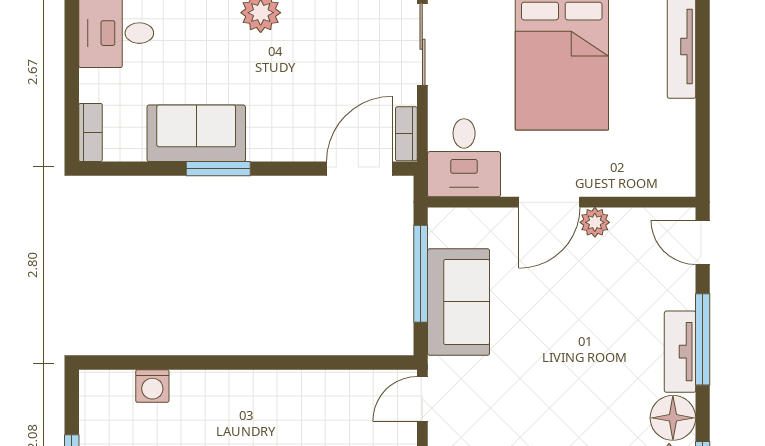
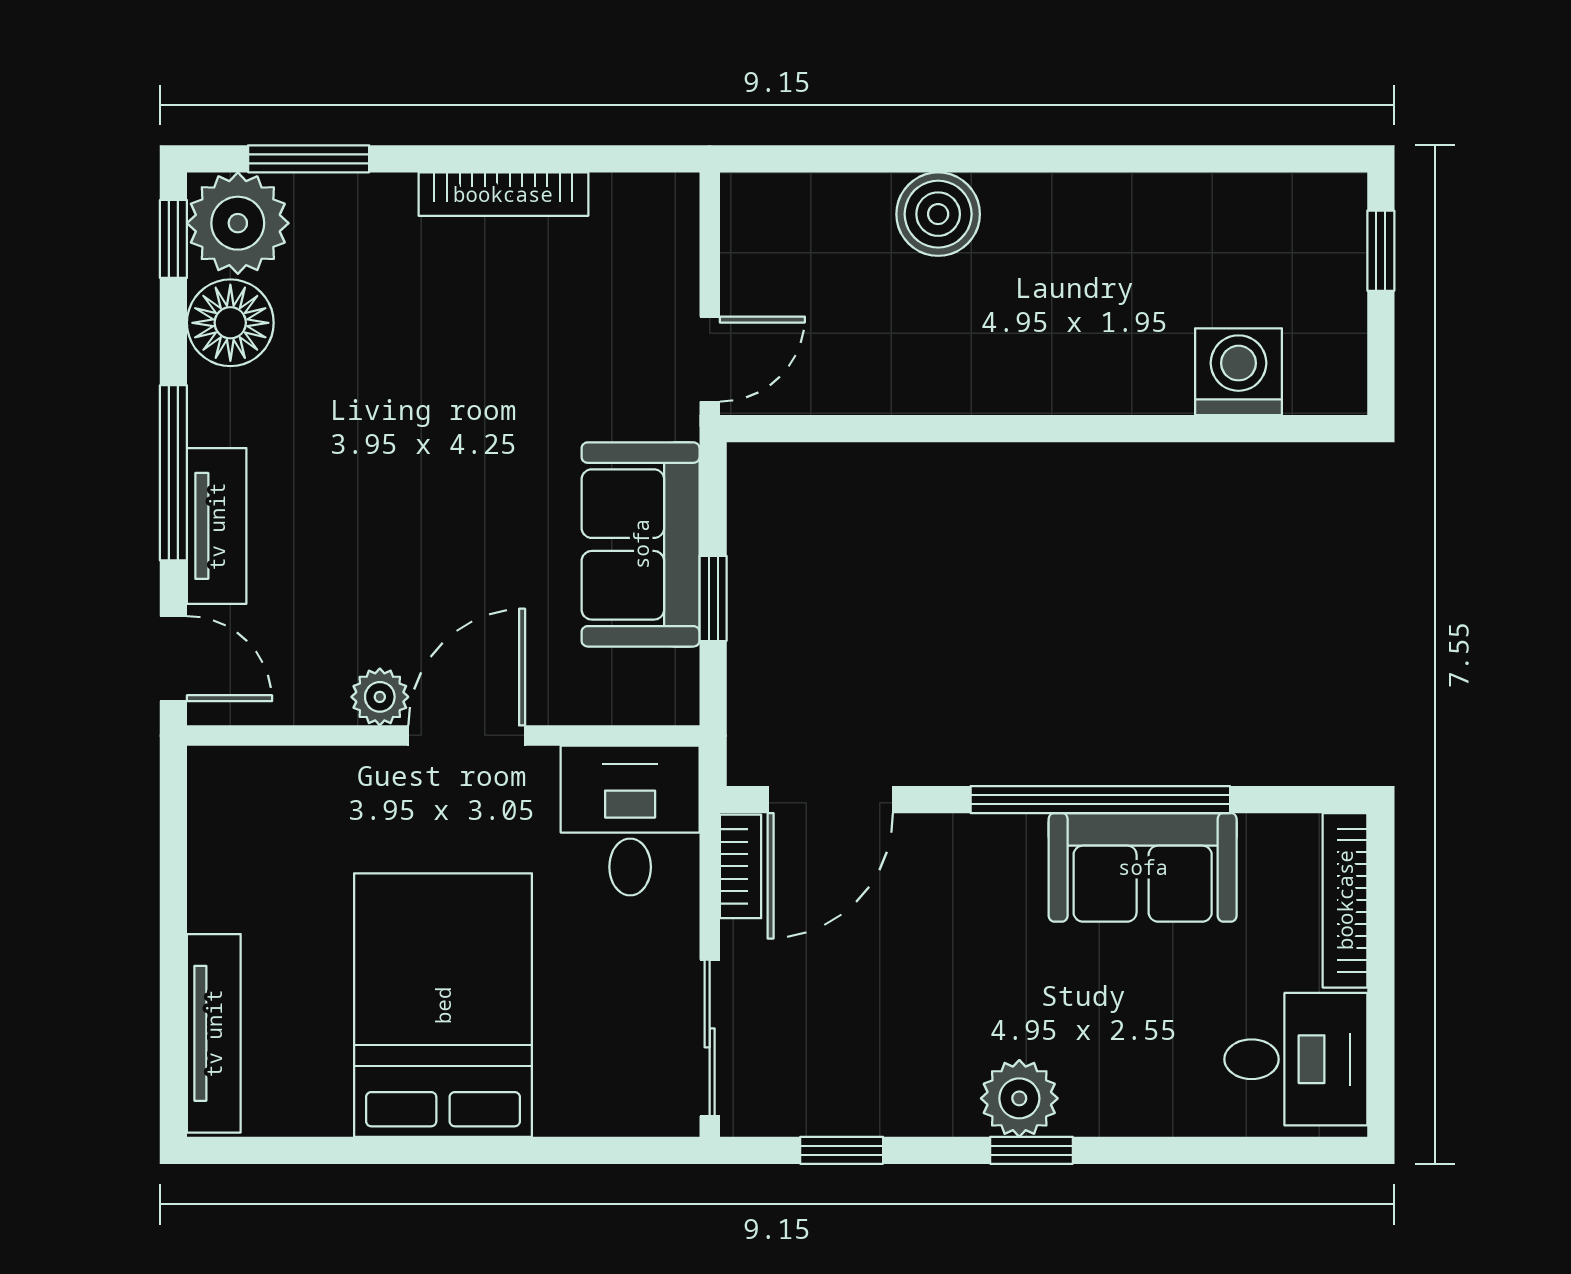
bookcase: (90, 132) -> (1345, 900), width x1.56
window: (218, 169) -> (1100, 800), width x2.11
window: (421, 274) -> (713, 598), width x0.46
tv unit: (680, 352) -> (217, 526), moved
washing machine: (152, 386) -> (1238, 372), width x1.38, depth x1.38

